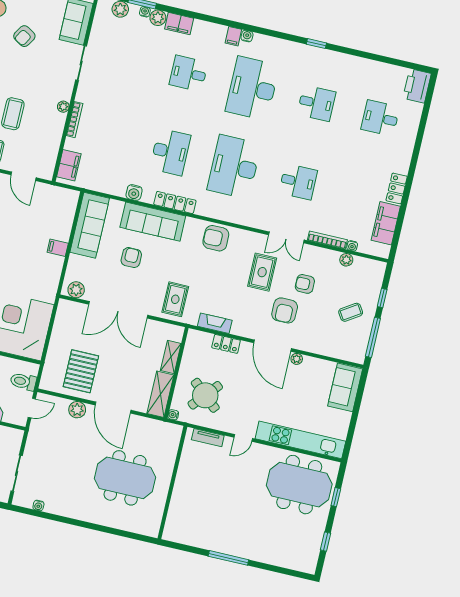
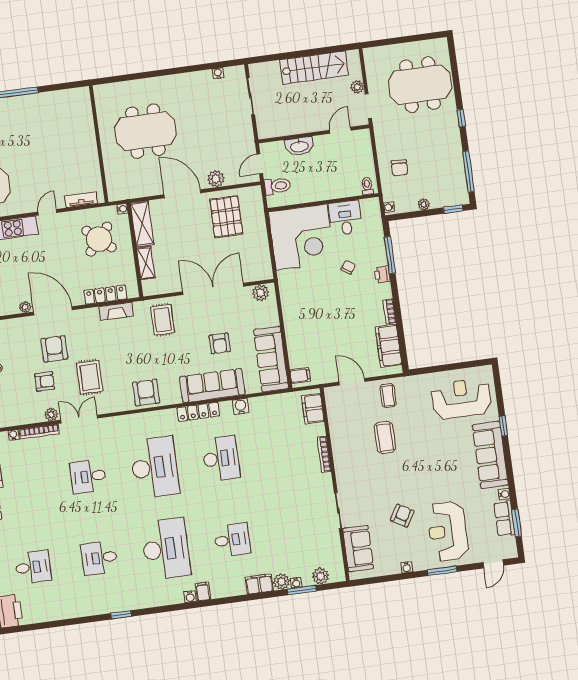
plant: (63, 107) -> (339, 463), removed
desk: (170, 152) -> (221, 458), turned 180
armchair: (216, 238) -> (146, 393), turned -90
filing cabinet: (58, 248) -> (300, 376), moved
plant: (346, 260) -> (51, 414), moved
locker: (226, 344) -> (105, 295), width x1.53

